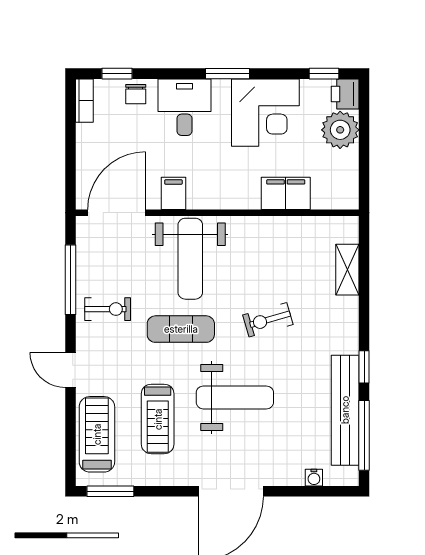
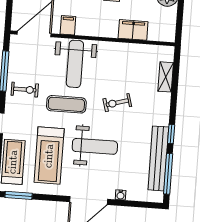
treadmill: (158, 419) -> (49, 156), width x1.37, depth x1.38
water cooler: (314, 478) -> (121, 195), moved

